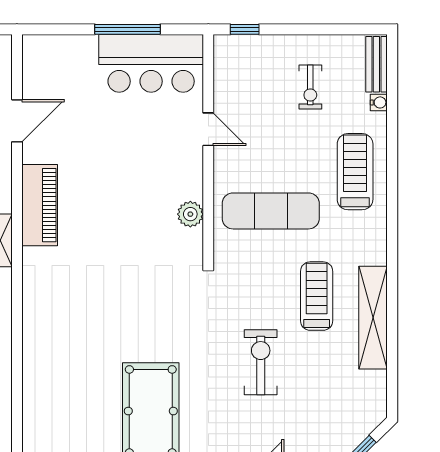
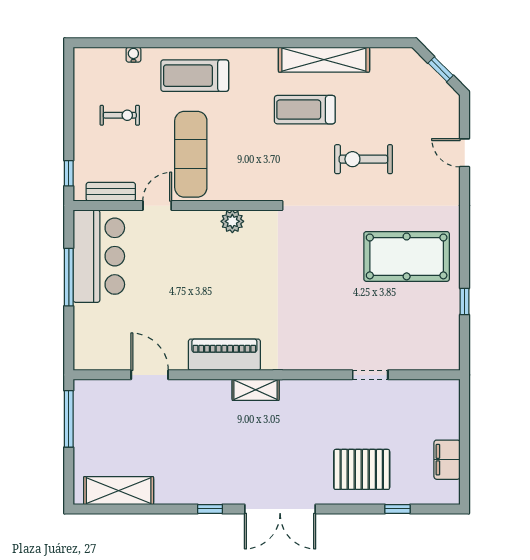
bench: (376, 64) -> (111, 192), moved
exercise mat: (271, 211) -> (191, 154), moved
doorway: (17, 370) -> (370, 375), added

